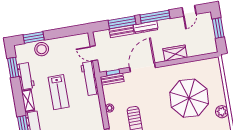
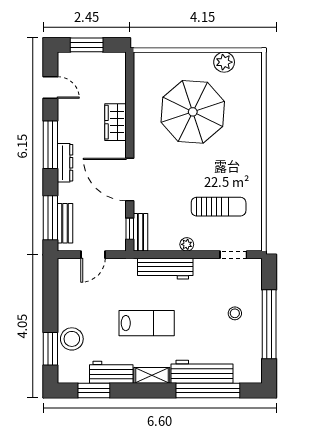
window: (122, 22) -> (50, 218), moved
bench: (122, 31) -> (65, 223), moved
workbench: (90, 78) -> (165, 269), moved

